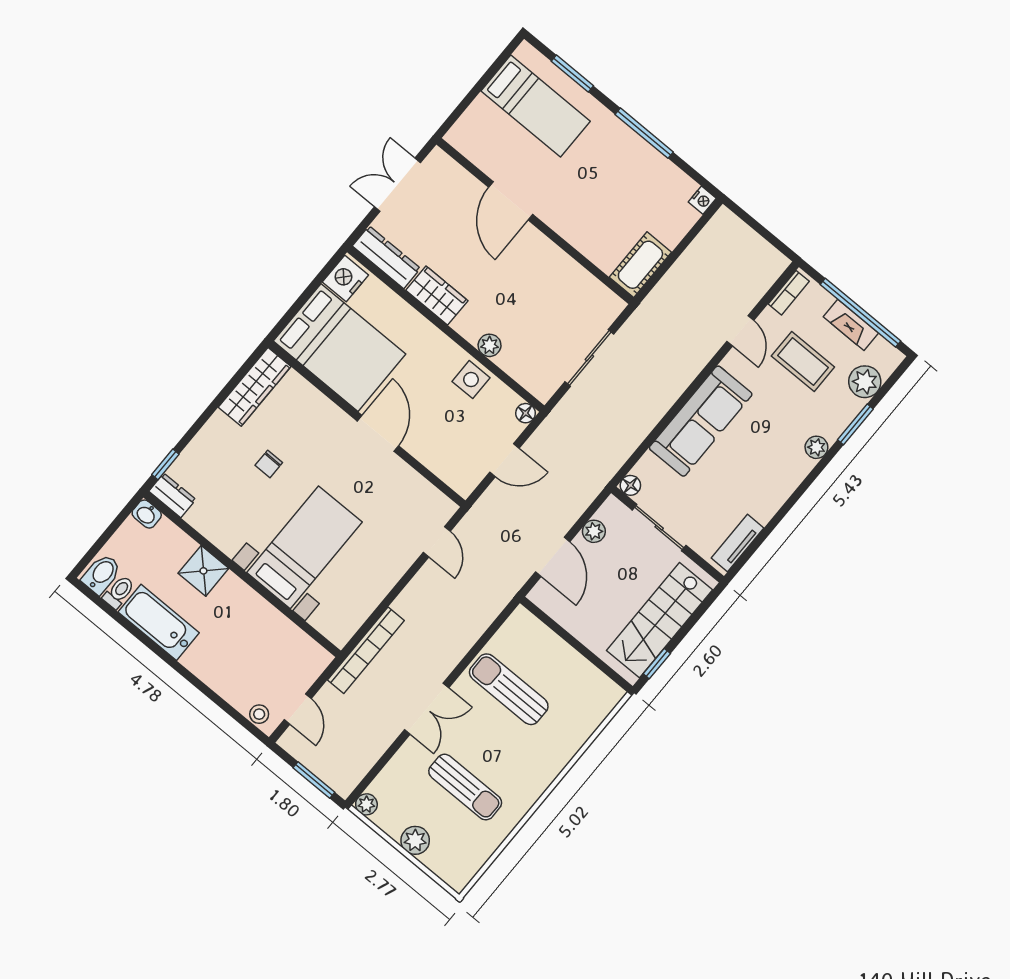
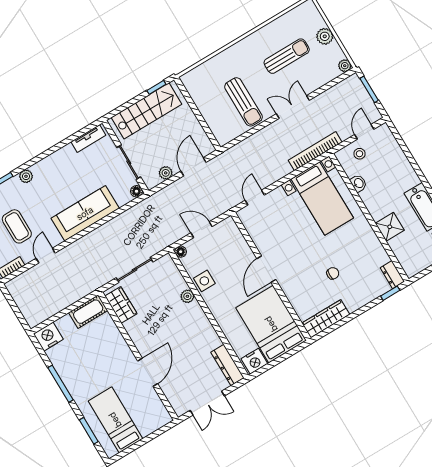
nightstand: (702, 200) -> (48, 337), width x1.89, depth x1.79
wardrobe: (437, 296) -> (121, 305), moved, turned 180
washbasin: (147, 514) -> (358, 183), moved
bed with nightstands: (304, 547) -> (322, 199), moved, turned -90
stool: (259, 714) -> (359, 154), moved
sun lounger: (465, 787) -> (287, 56), turned 90

